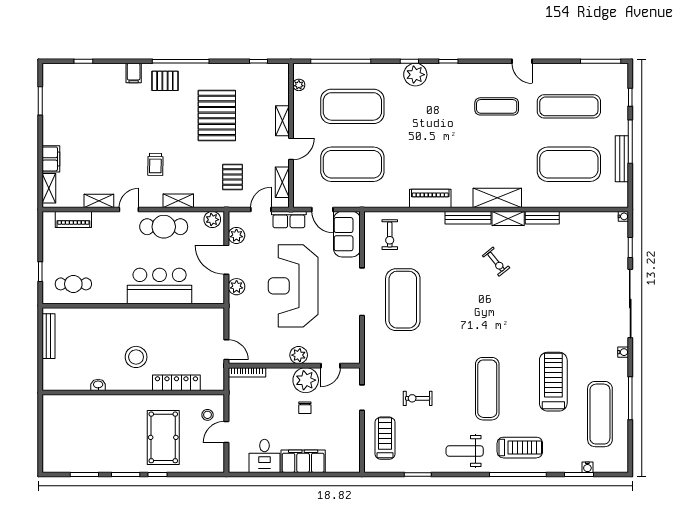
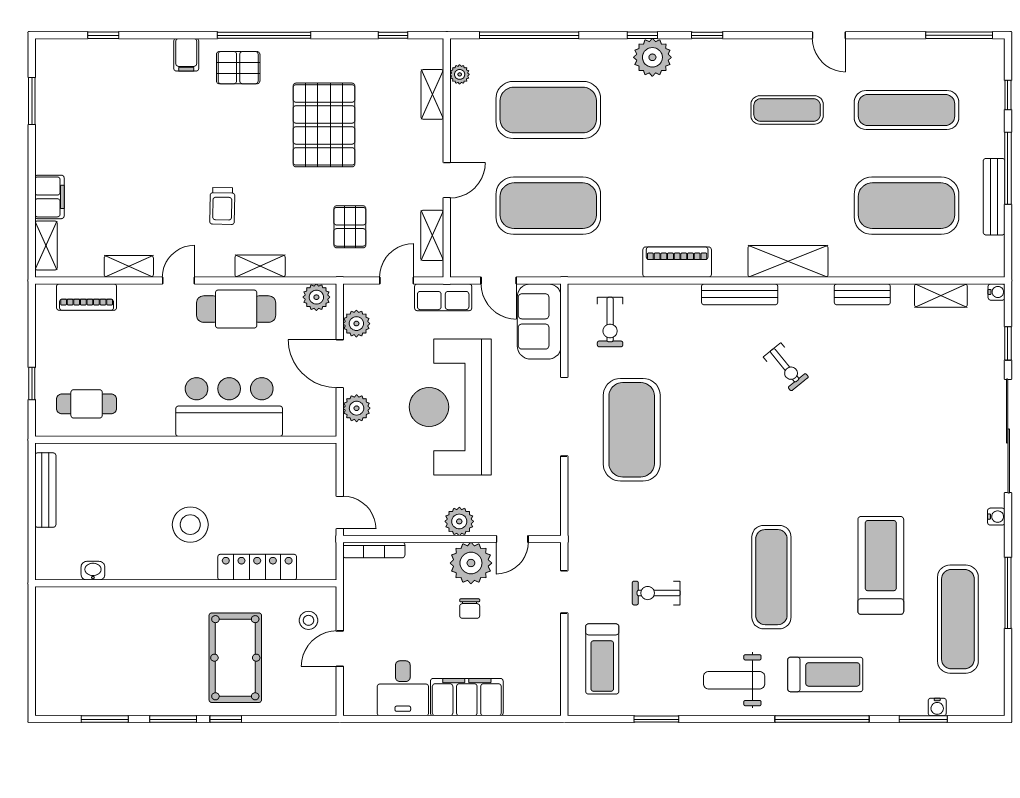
shelving: (282, 121) -> (432, 94), moved
shelving: (508, 218) -> (941, 295), moved
washbasin: (98, 385) -> (93, 571), moved
treadmill: (385, 438) -> (602, 659), turned 180

